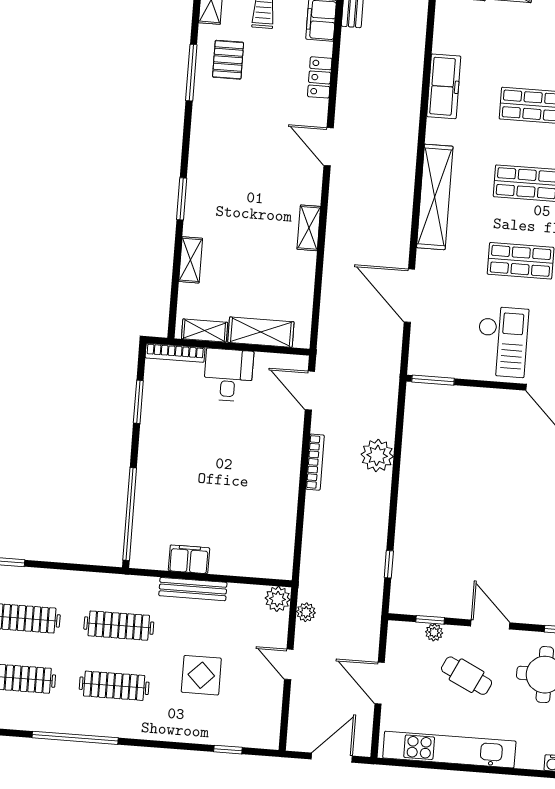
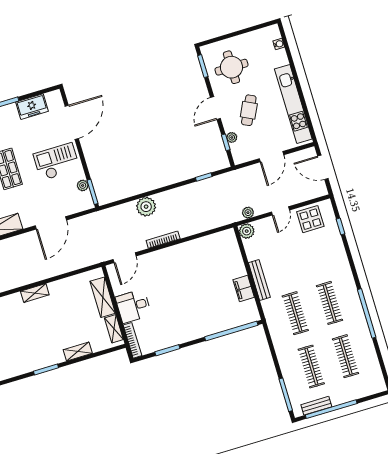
plant: (449, 368) -> (83, 185), added
display table: (201, 675) -> (310, 219), moved

